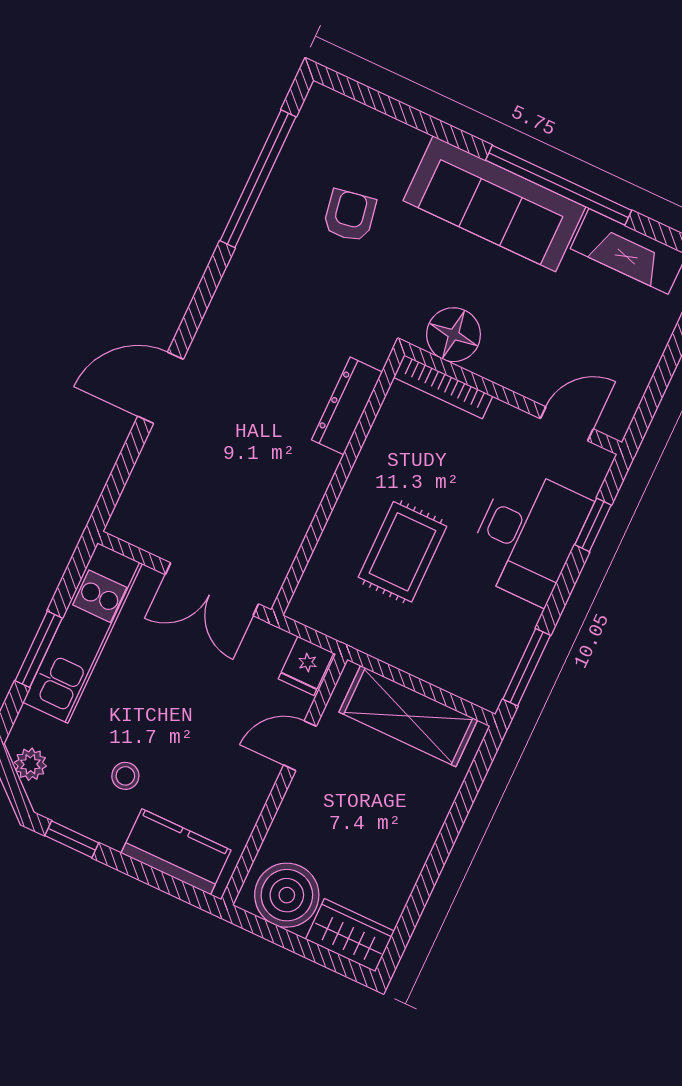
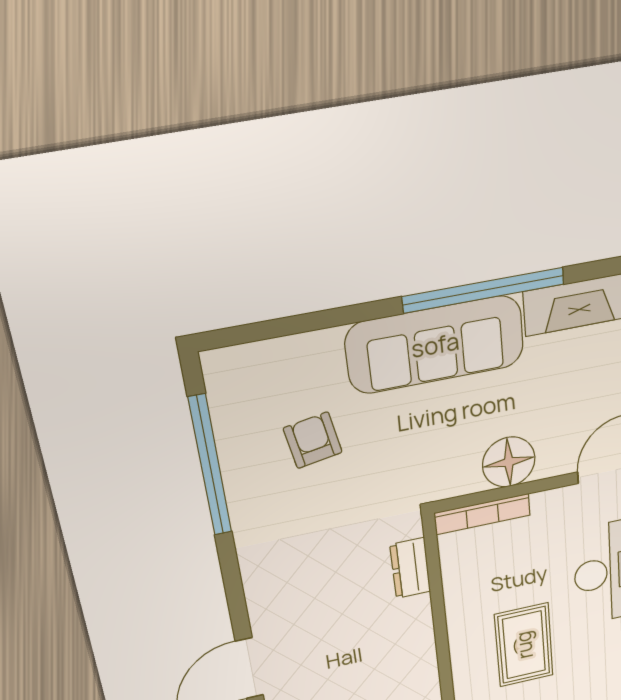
floor lamp: (454, 335) -> (509, 462), moved
dresser: (347, 406) -> (410, 568), width x0.70

